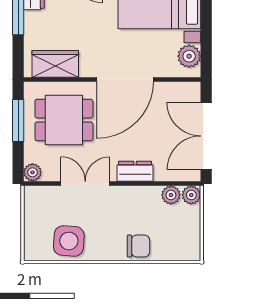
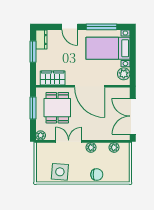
door: (125, 79) -> (90, 86), hinge flipped
dining table: (64, 120) -> (57, 108), turned 90
dresser: (135, 171) -> (95, 135), removed
plant: (191, 195) -> (91, 147), moved

